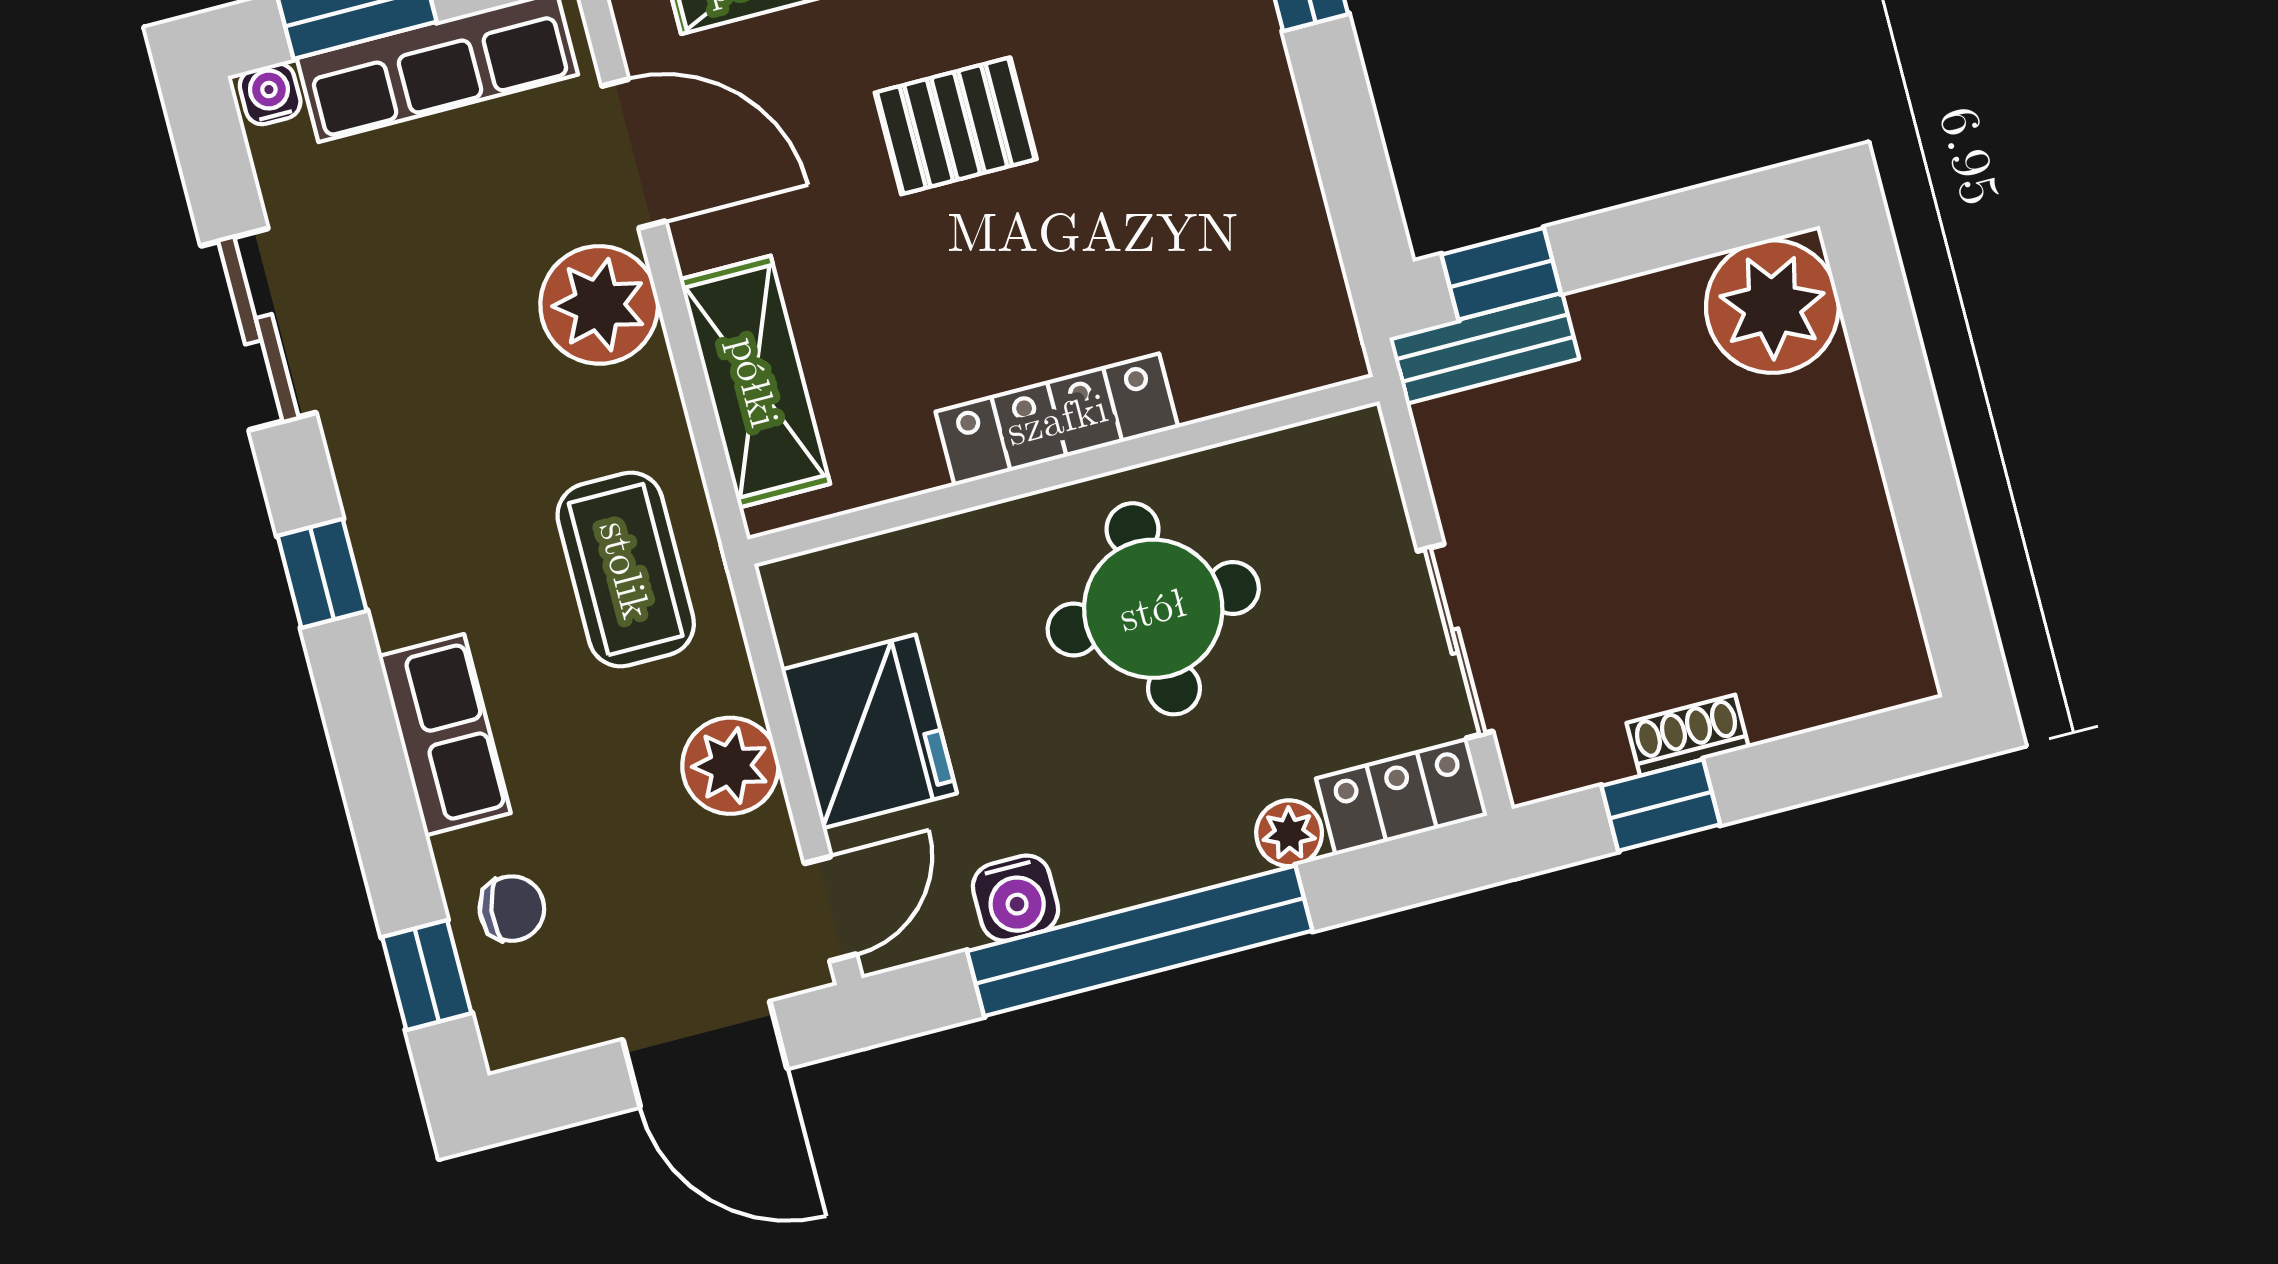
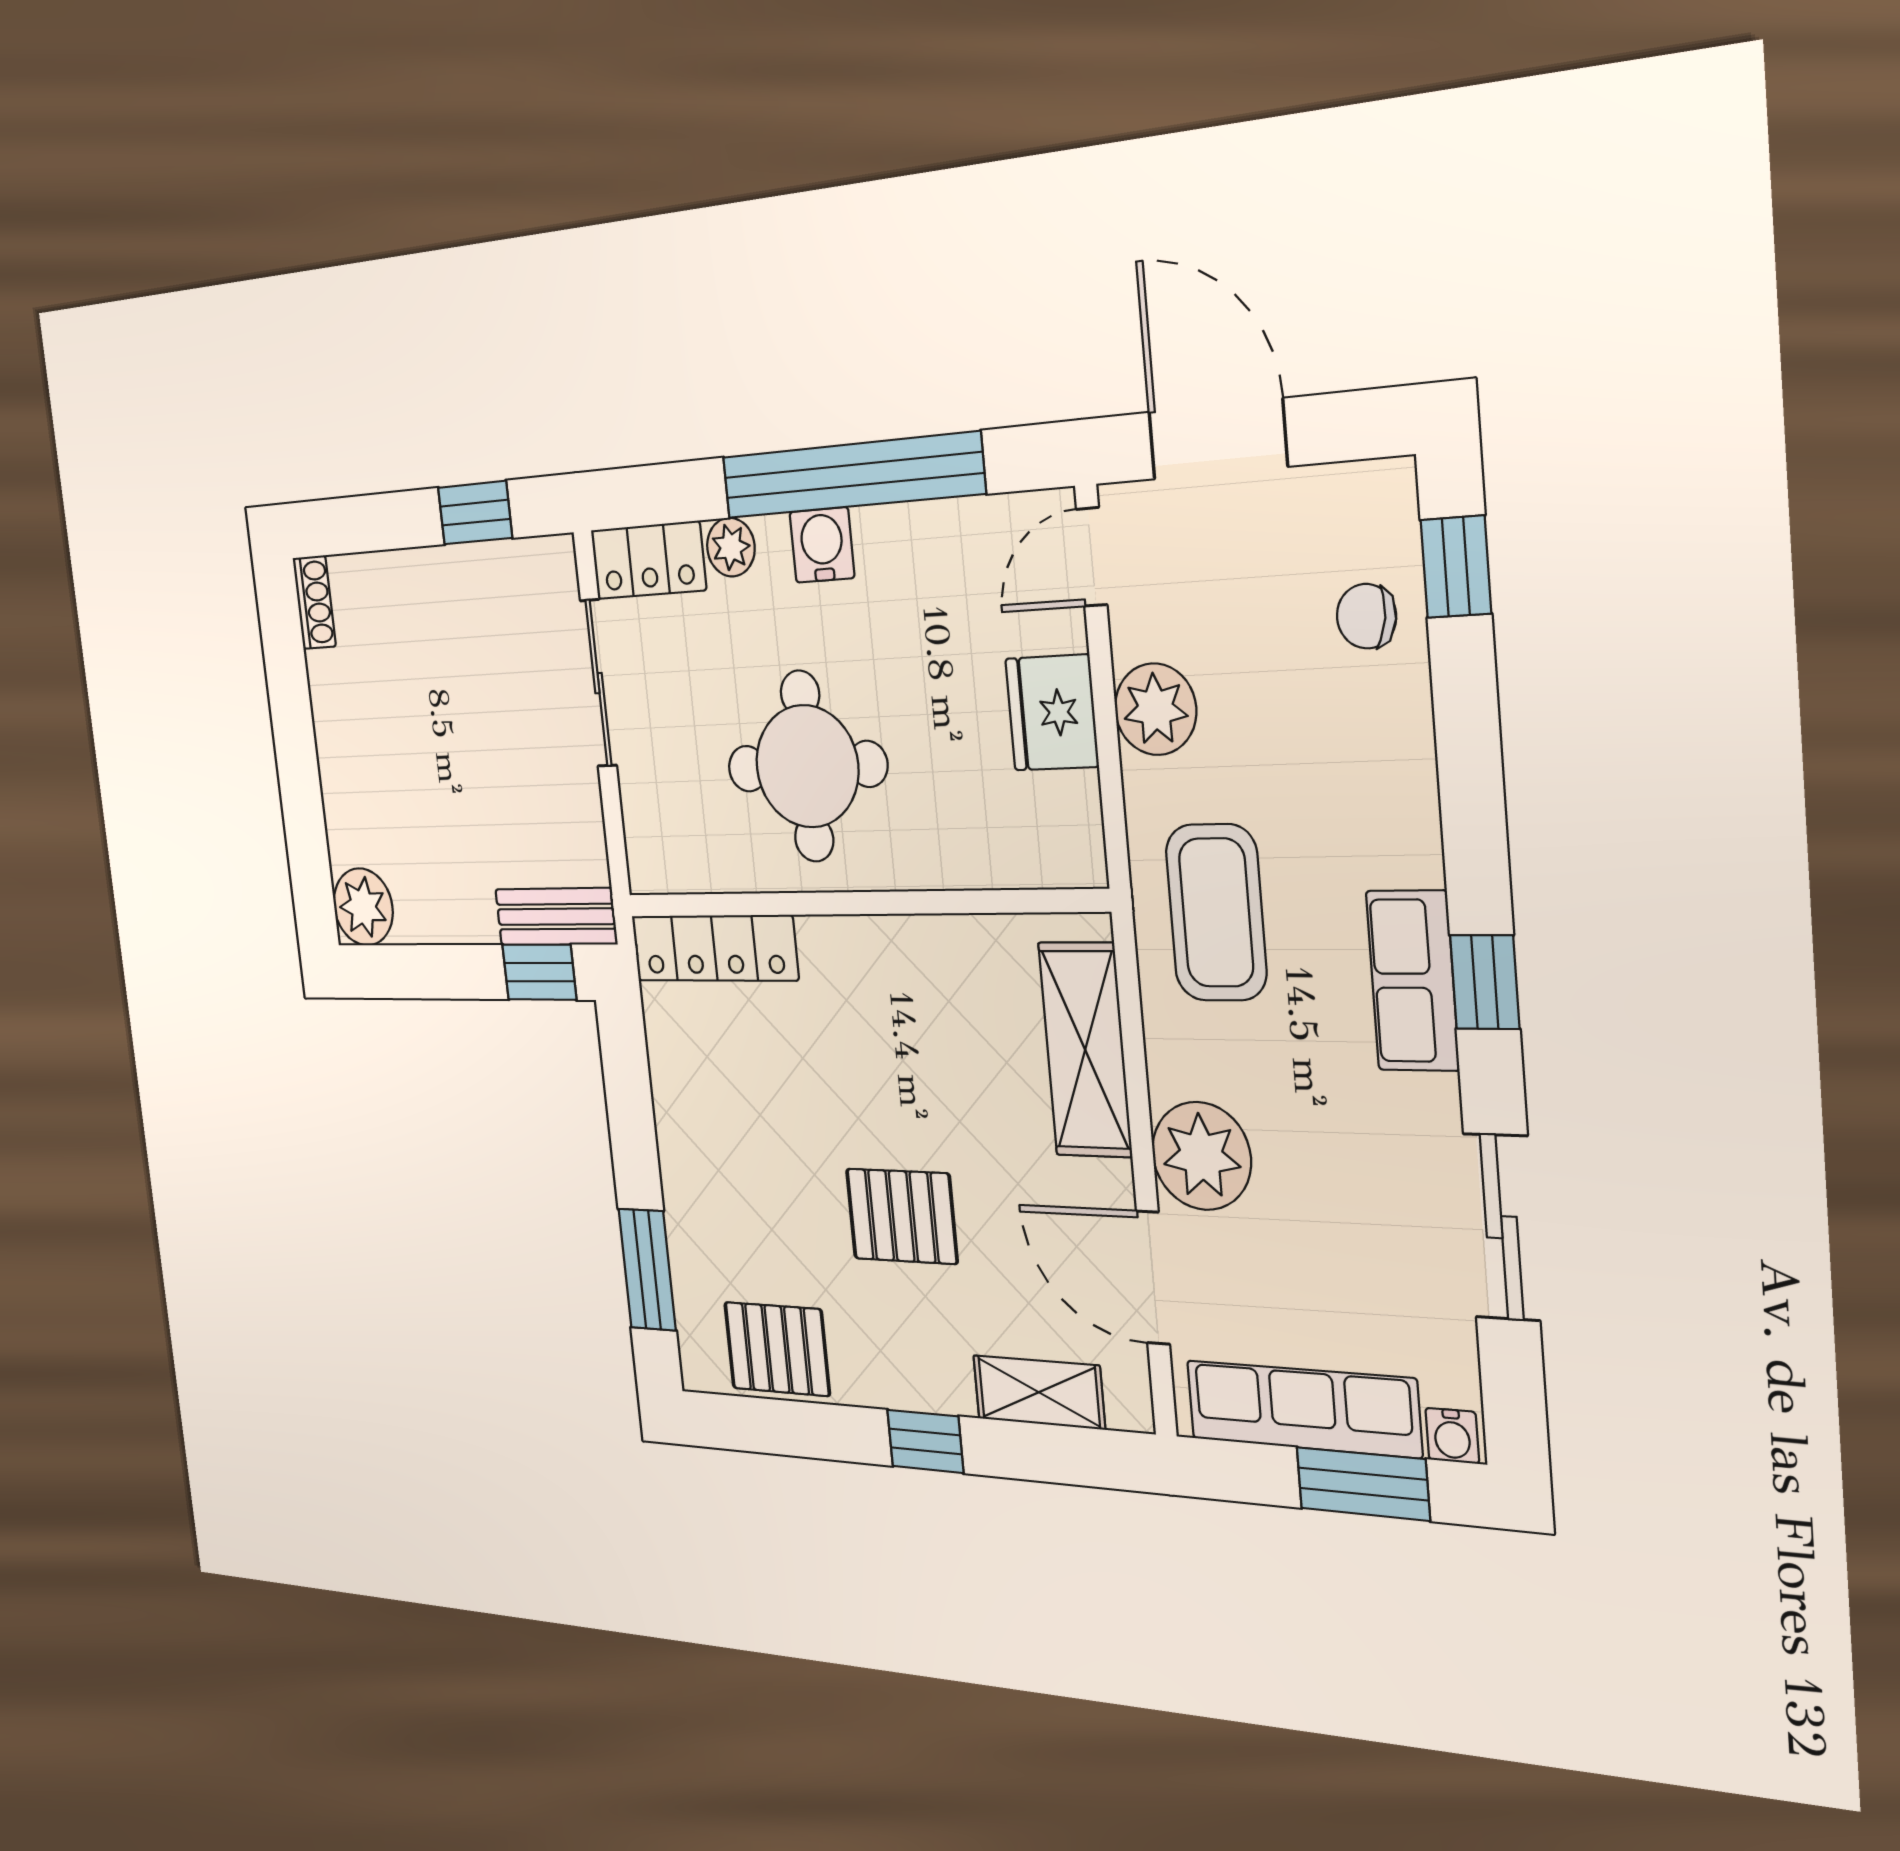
plant: (1772, 307) -> (363, 907), width x0.73, depth x0.73
locker: (1057, 419) -> (714, 948), moved
fridge: (869, 731) -> (1052, 713), width x0.73, depth x0.75
row of seats: (445, 735) -> (1413, 981), moved
shoe rack: (1688, 735) -> (314, 602), moved, turned -90
water cooler: (1016, 898) -> (822, 545), moved

